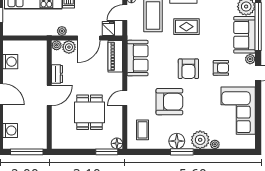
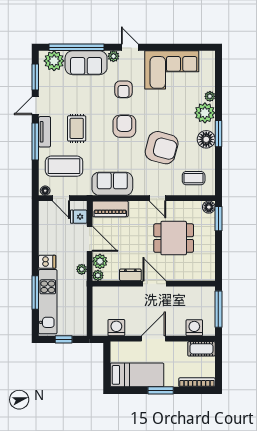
armchair: (221, 68) -> (123, 89), turned 180
armchair: (188, 69) -> (124, 126), turned -90
armchair: (169, 102) -> (162, 148), turned 105

